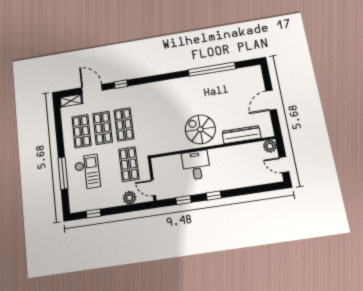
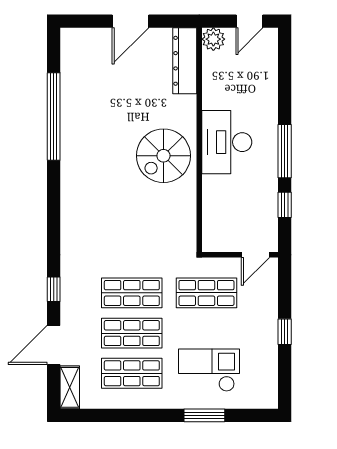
door: (271, 100) -> (130, 21), hinge flipped
dresser: (241, 135) -> (185, 61), moved
desk: (196, 165) -> (227, 142), moved, width x1.37
window: (63, 173) -> (204, 415), width x0.69
window: (214, 196) -> (285, 151), width x2.17
plant: (130, 198) -> (267, 299), removed
window: (94, 213) -> (285, 332), moved

